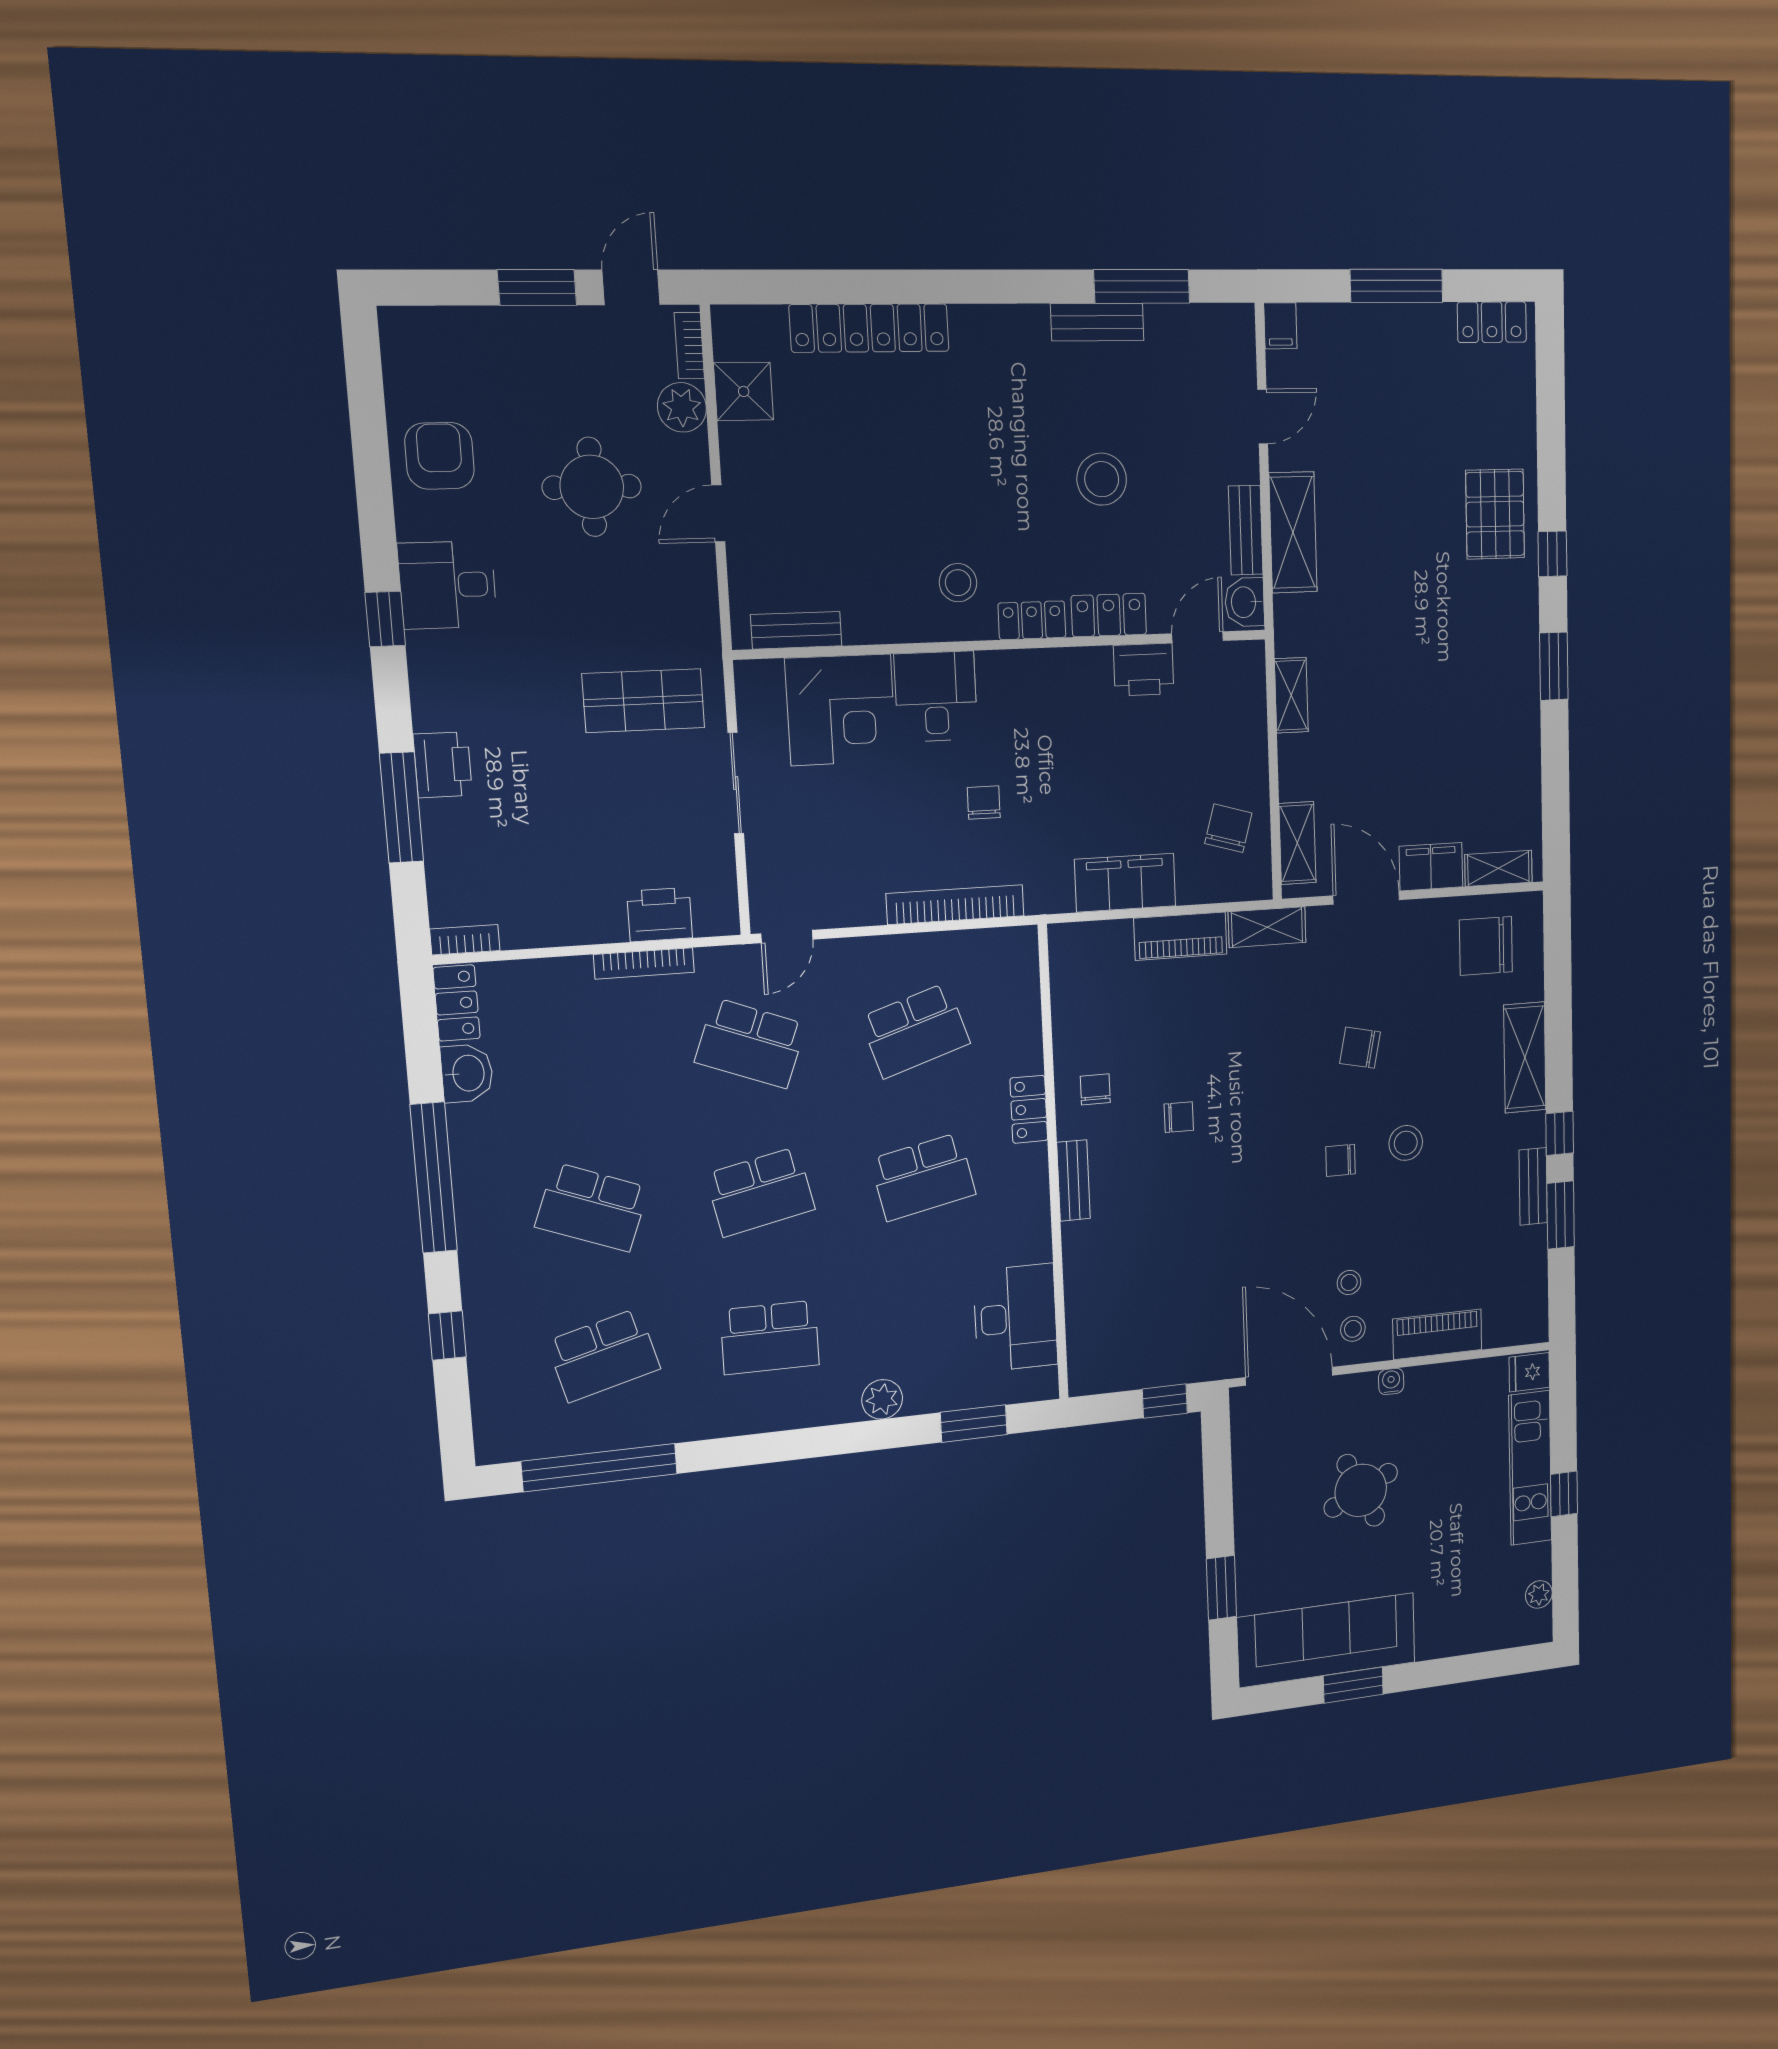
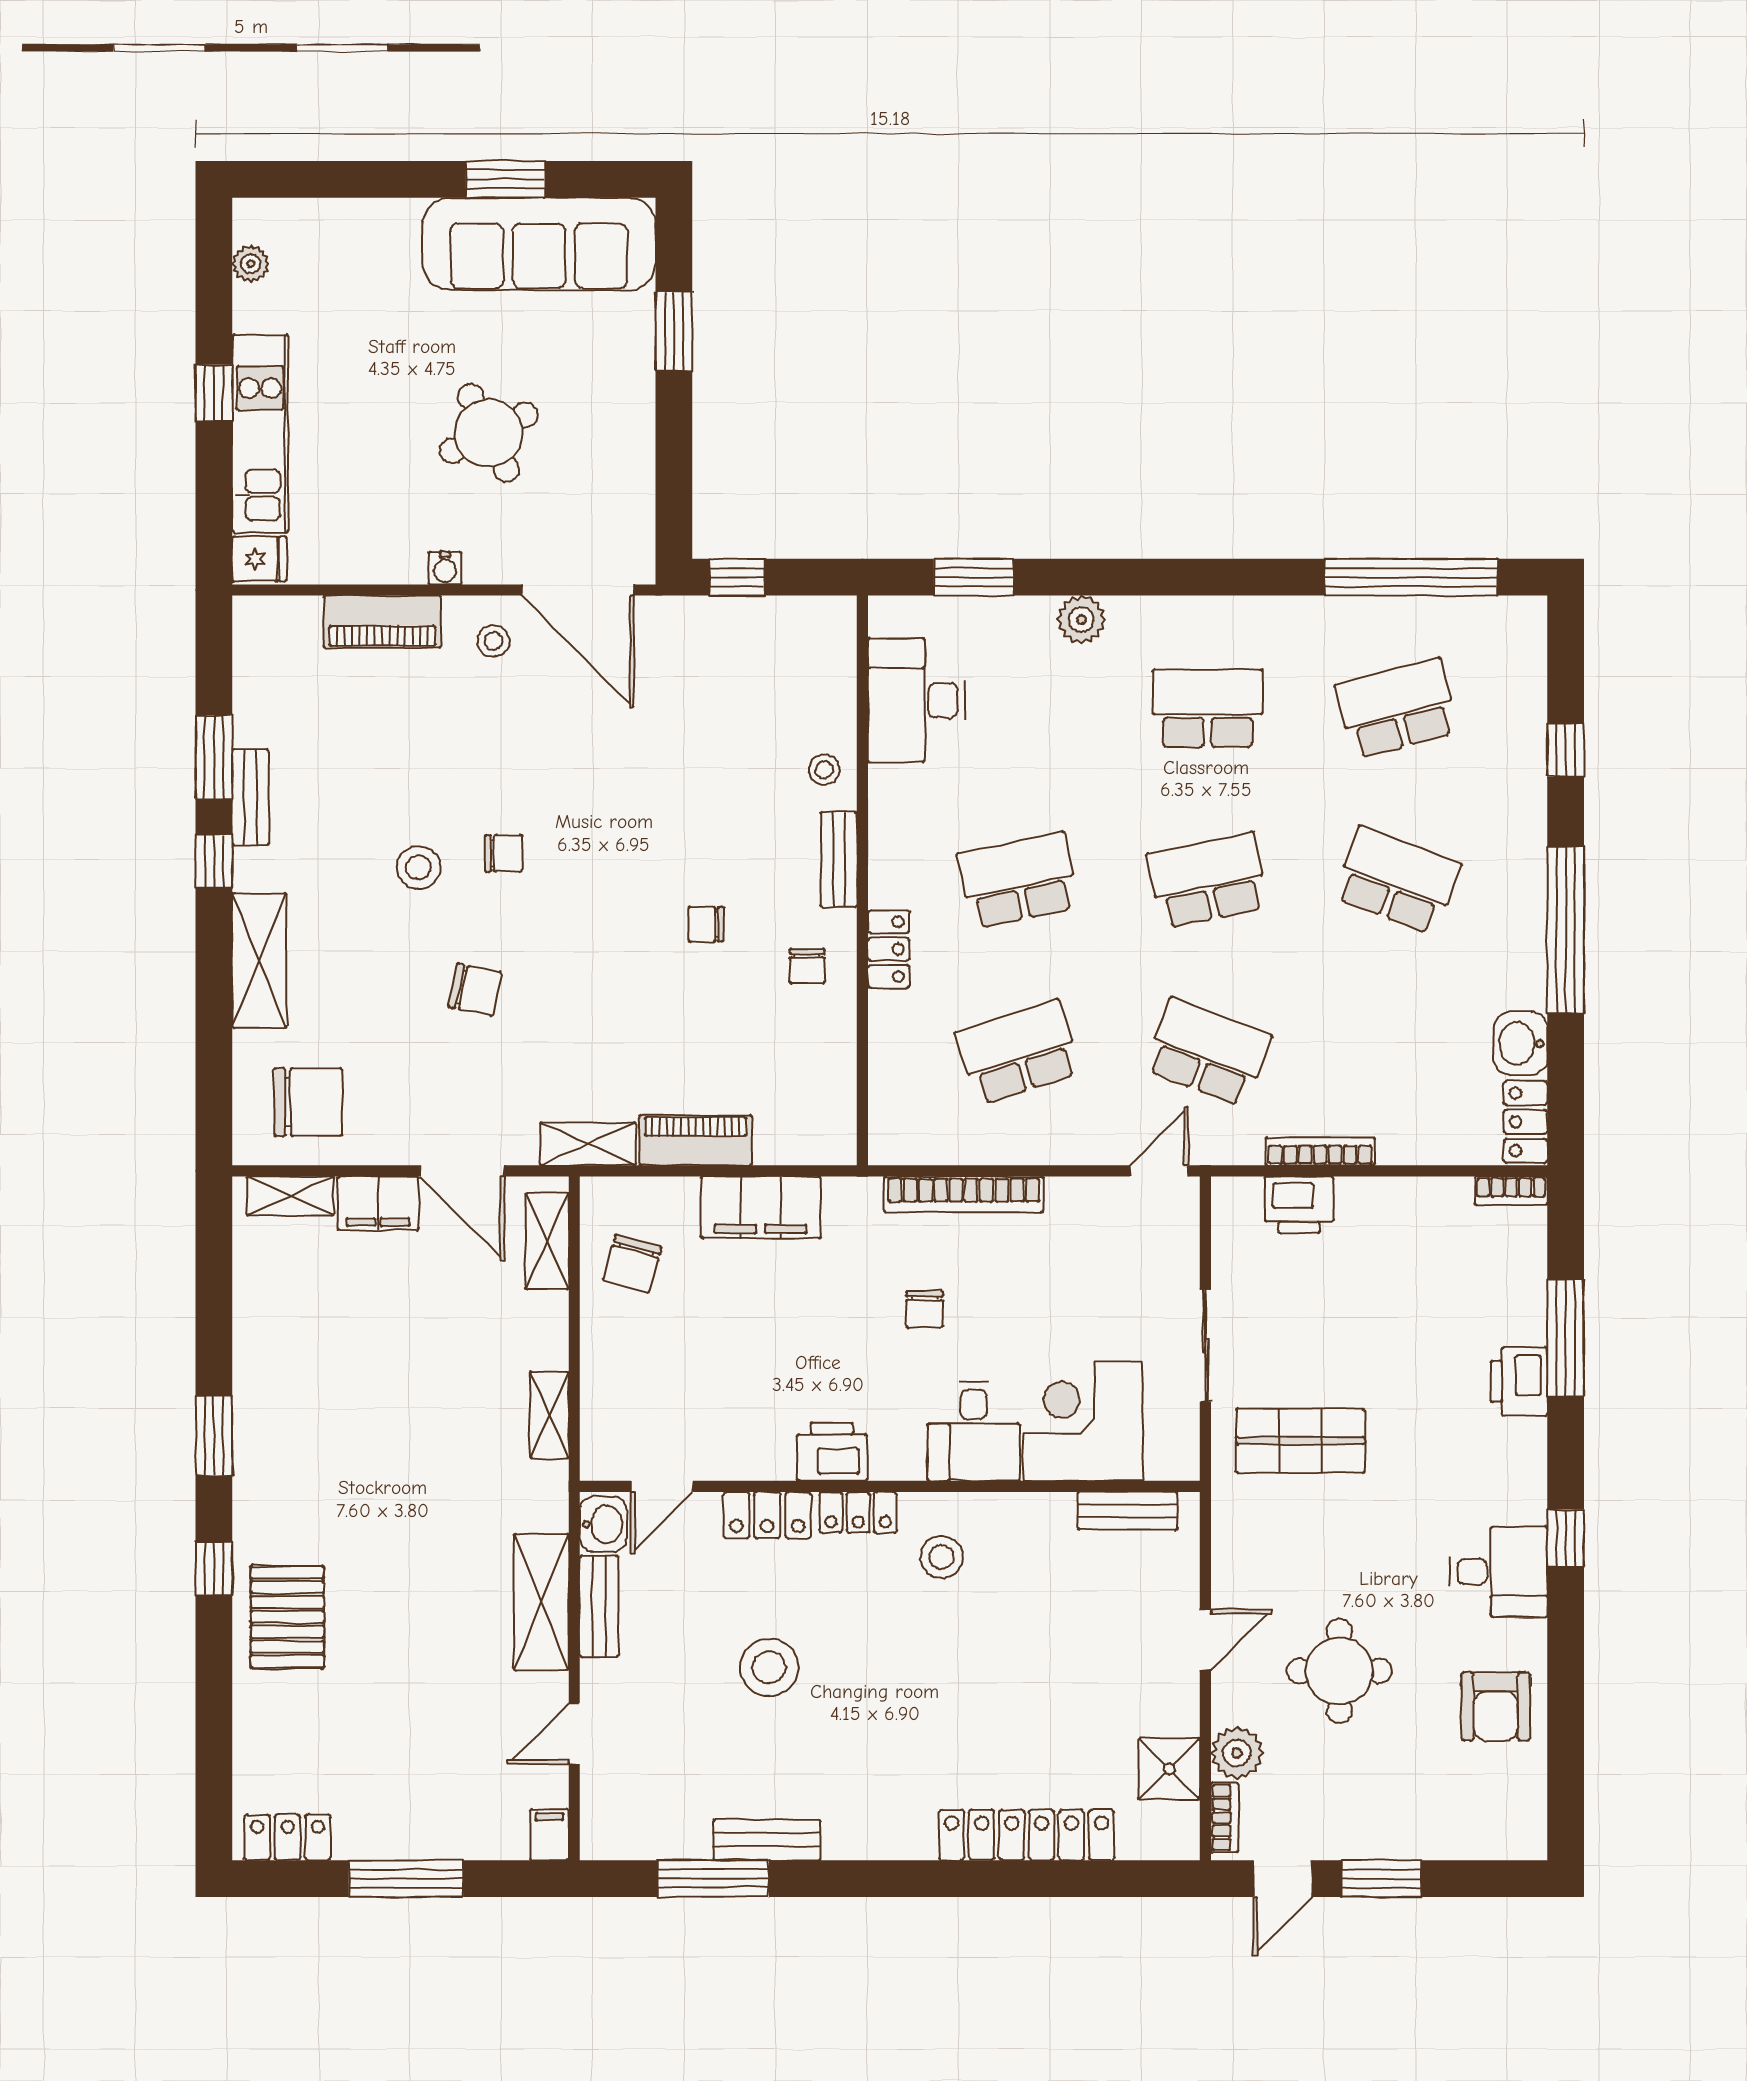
printer: (1144, 670) -> (832, 1452), moved
stool: (1349, 1282) -> (824, 770), moved

